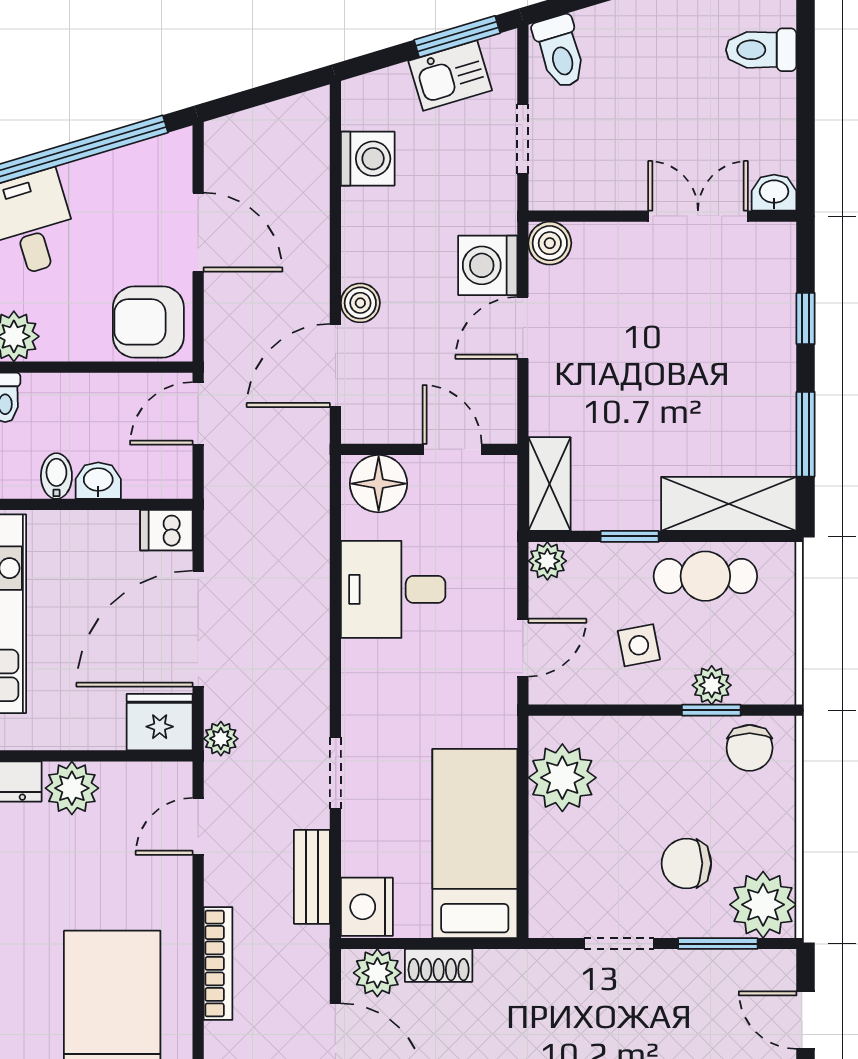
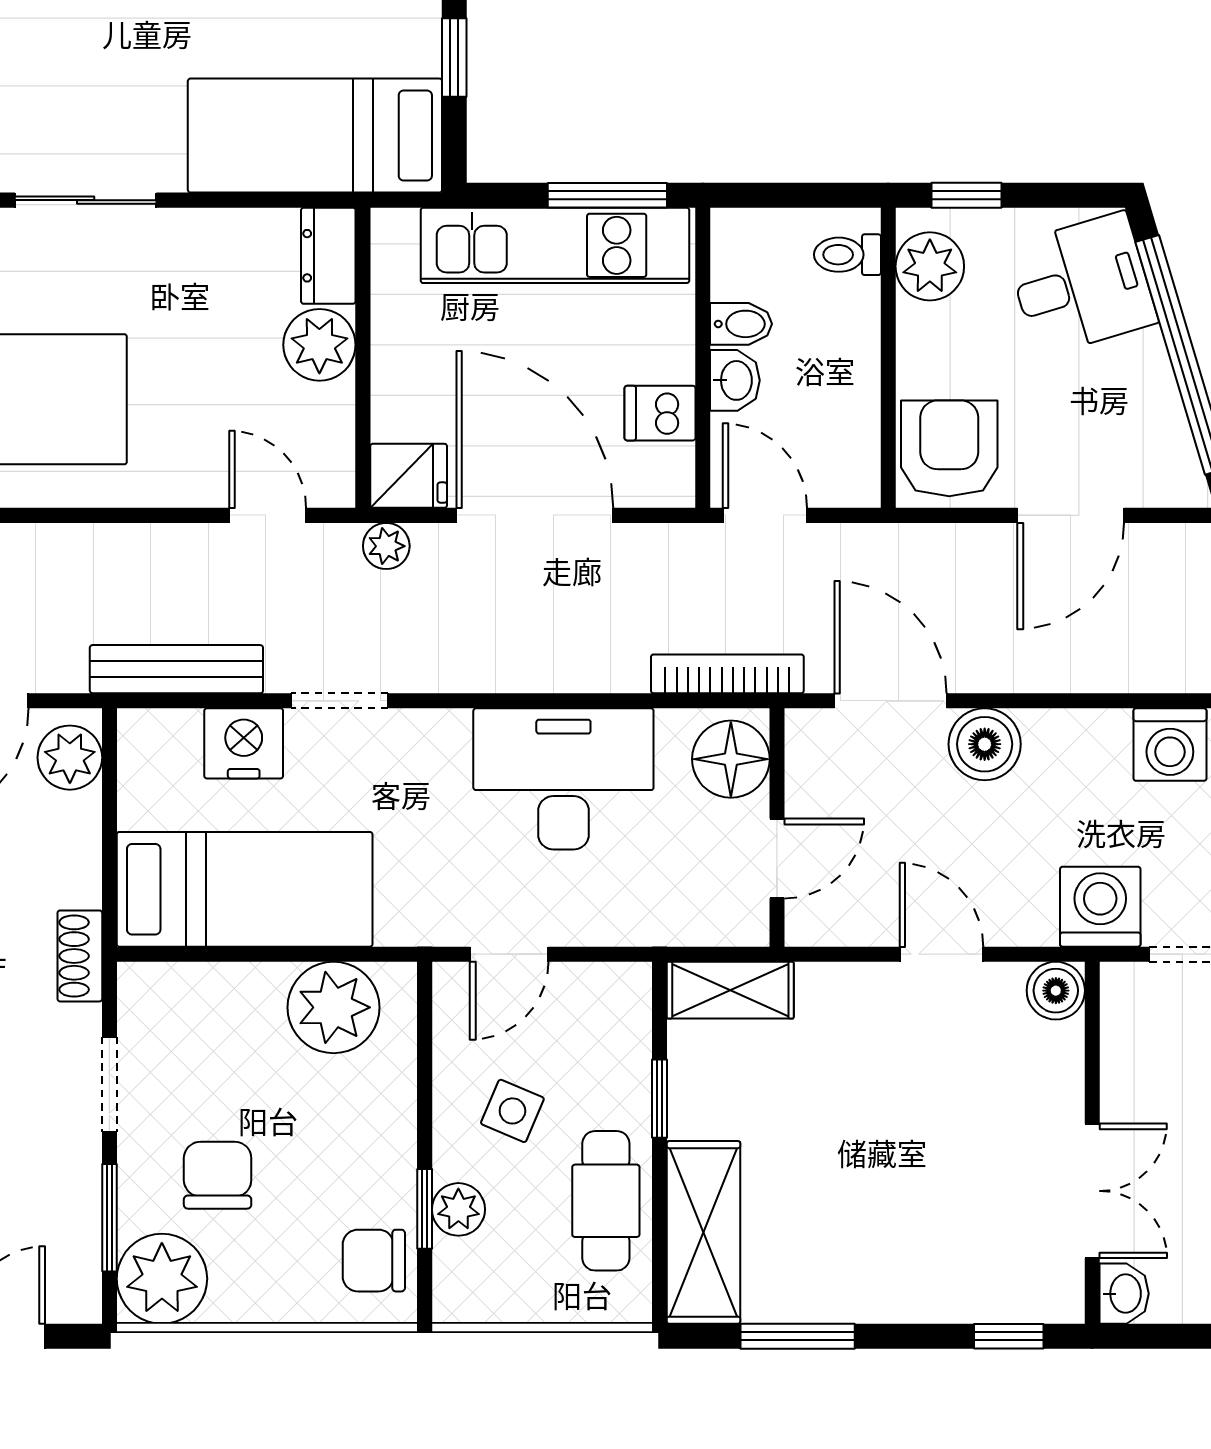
washing machine: (488, 265) -> (1100, 907), moved
boiler: (360, 303) -> (985, 744), width x1.36, depth x1.36
window: (806, 319) -> (1009, 1336), moved
door: (198, 413) -> (765, 515), moved
dishwasher: (166, 530) -> (660, 413), moved, turned -90
plant: (547, 561) -> (626, 987), removed
desk: (393, 589) -> (563, 779), width x1.37
side table: (639, 645) -> (512, 1111), turned 34
door: (523, 648) -> (509, 954), hinge flipped
fridge: (160, 722) -> (409, 476), width x0.72
bench: (312, 877) -> (176, 669), width x1.36
nightstand: (367, 907) -> (244, 743), moved
bookcase: (218, 963) -> (727, 674), moved, turned 180
shoe rack: (439, 965) -> (80, 956), moved

